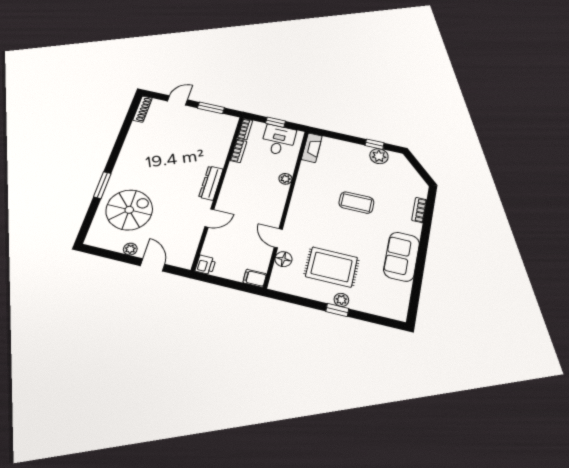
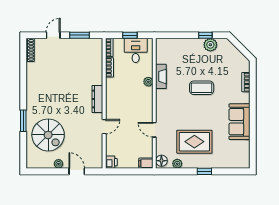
fireplace: (312, 148) -> (161, 76), moved
spiral stairs: (129, 210) -> (48, 135), turned 90
floor lamp: (283, 259) -> (161, 161), moved
plant: (341, 300) -> (177, 164), moved

